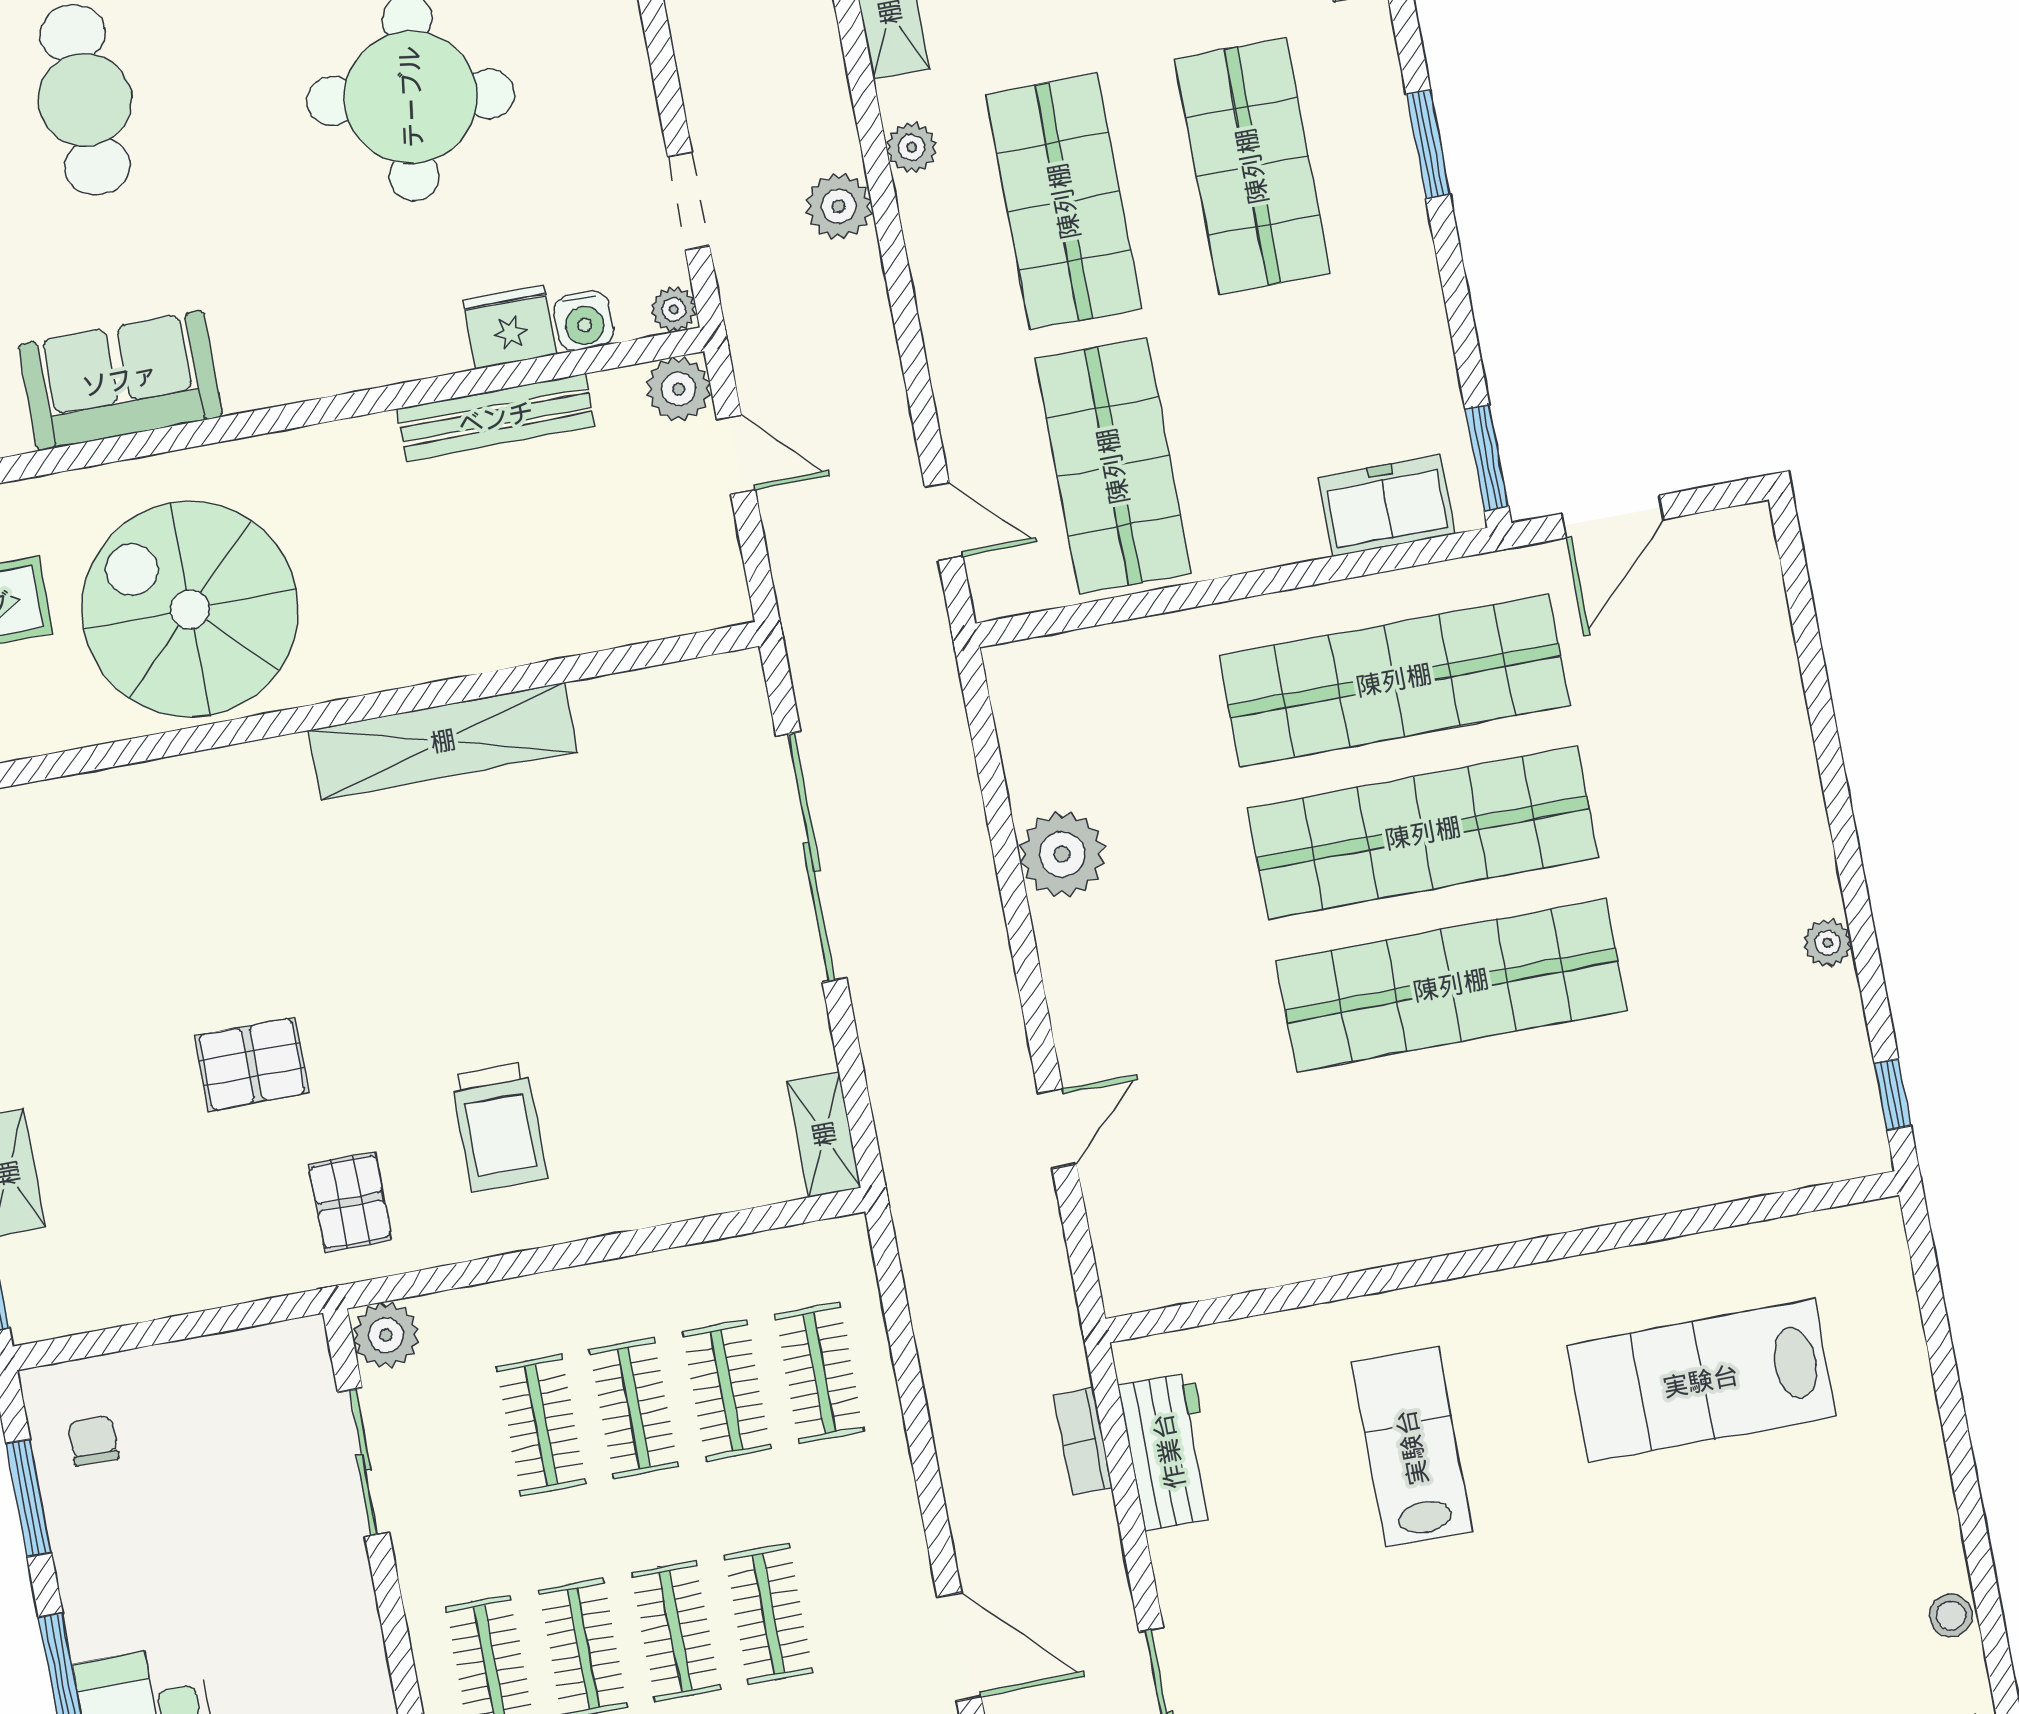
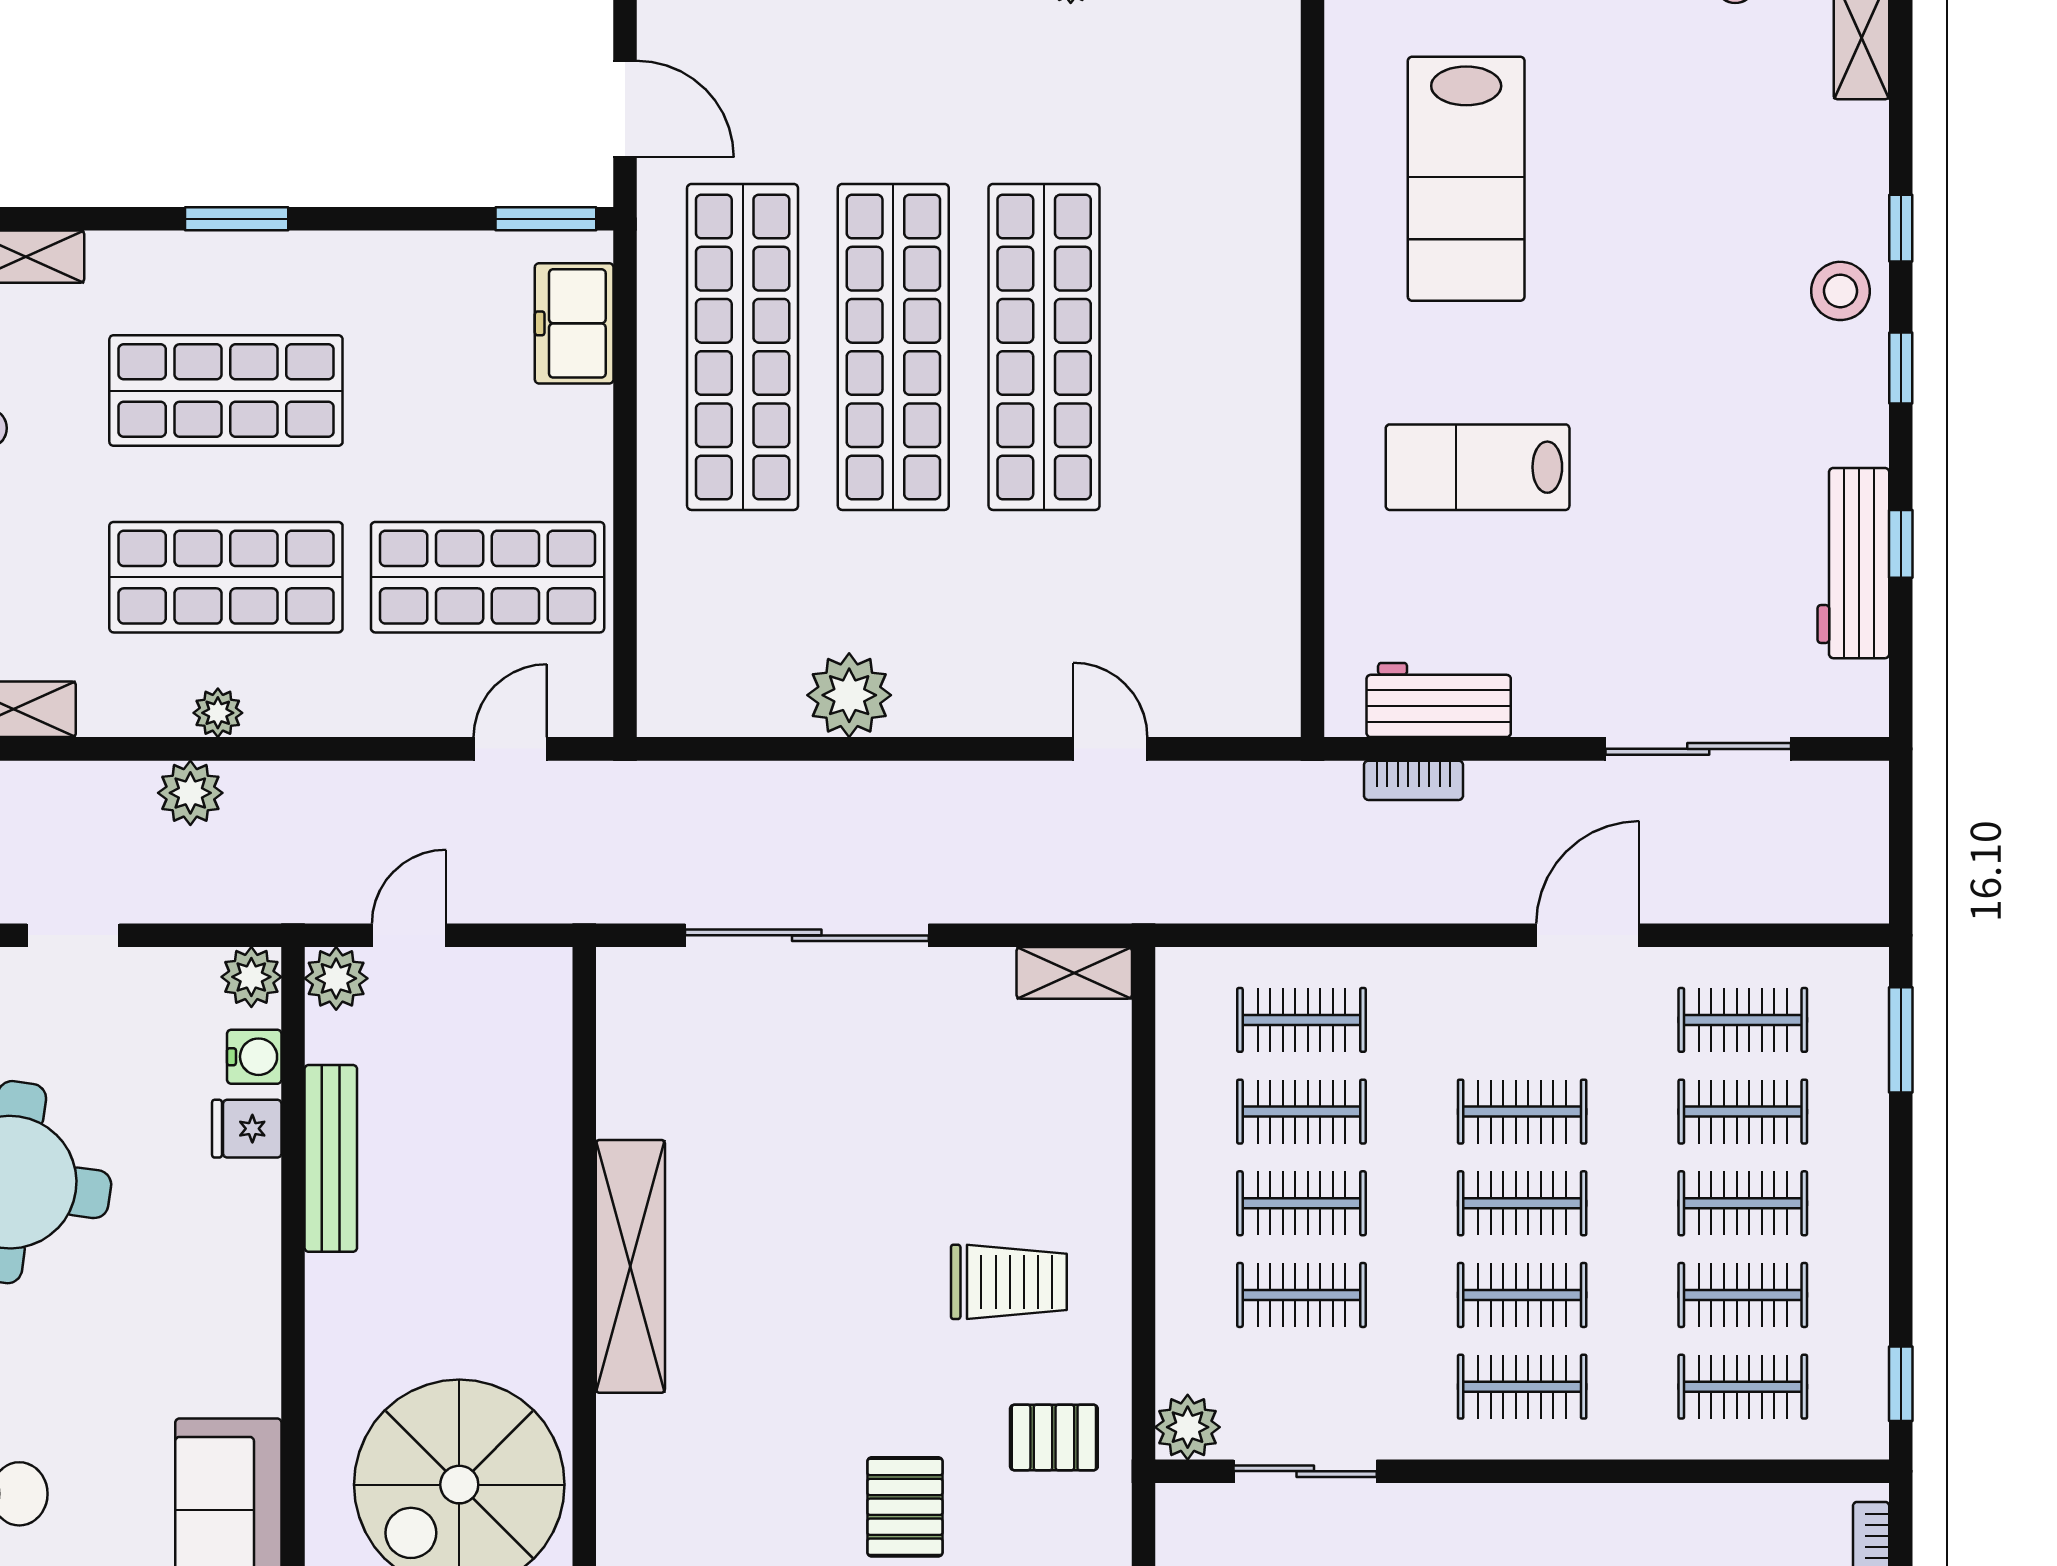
plant: (912, 147) -> (218, 713), moved
doorway: (689, 201) -> (73, 935), moved
plant: (674, 310) -> (251, 977), width x1.38, depth x1.38
fridge: (510, 327) -> (247, 1129), width x0.72

